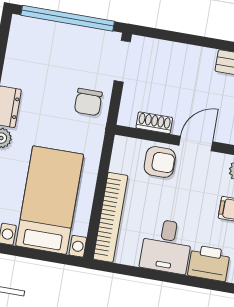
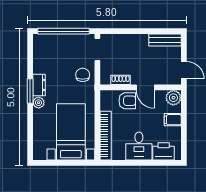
chair: (88, 102) -> (83, 75), turned 180
door: (196, 144) -> (145, 87), swing flipped

